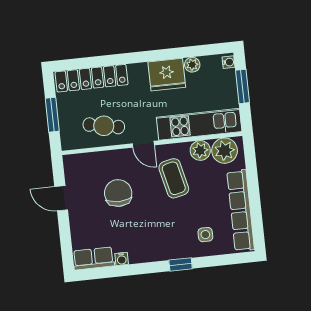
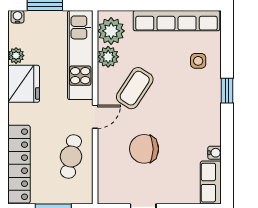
coffee table: (174, 178) -> (135, 88), turned -44

